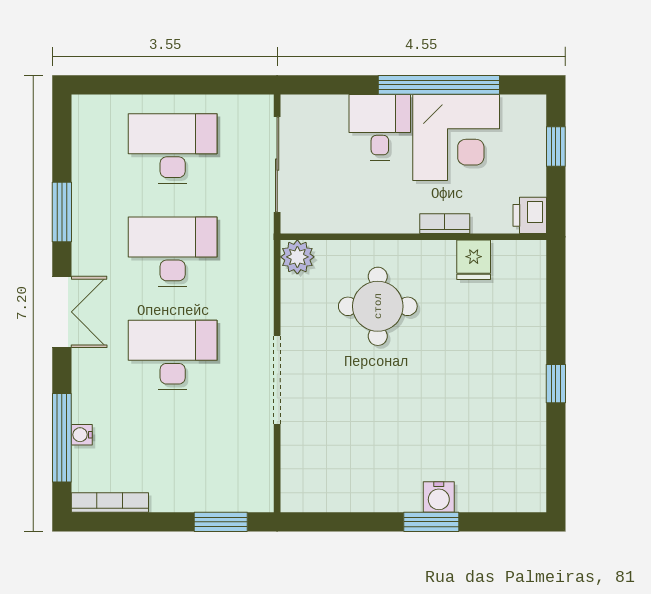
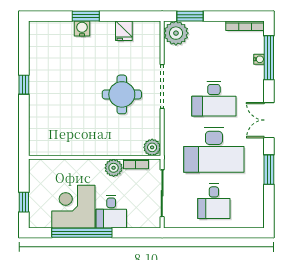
desk: (173, 148) -> (214, 201), width x0.73
printer: (530, 215) -> (37, 168), removed
plant: (375, 216) -> (114, 168), added
bookcase: (445, 224) -> (136, 164), moved
desk: (173, 252) -> (214, 150), width x1.36, depth x1.30
fridge: (474, 260) -> (124, 31), moved, turned 180
round table: (378, 306) -> (122, 94), moved
plant: (249, 487) -> (176, 33), added

